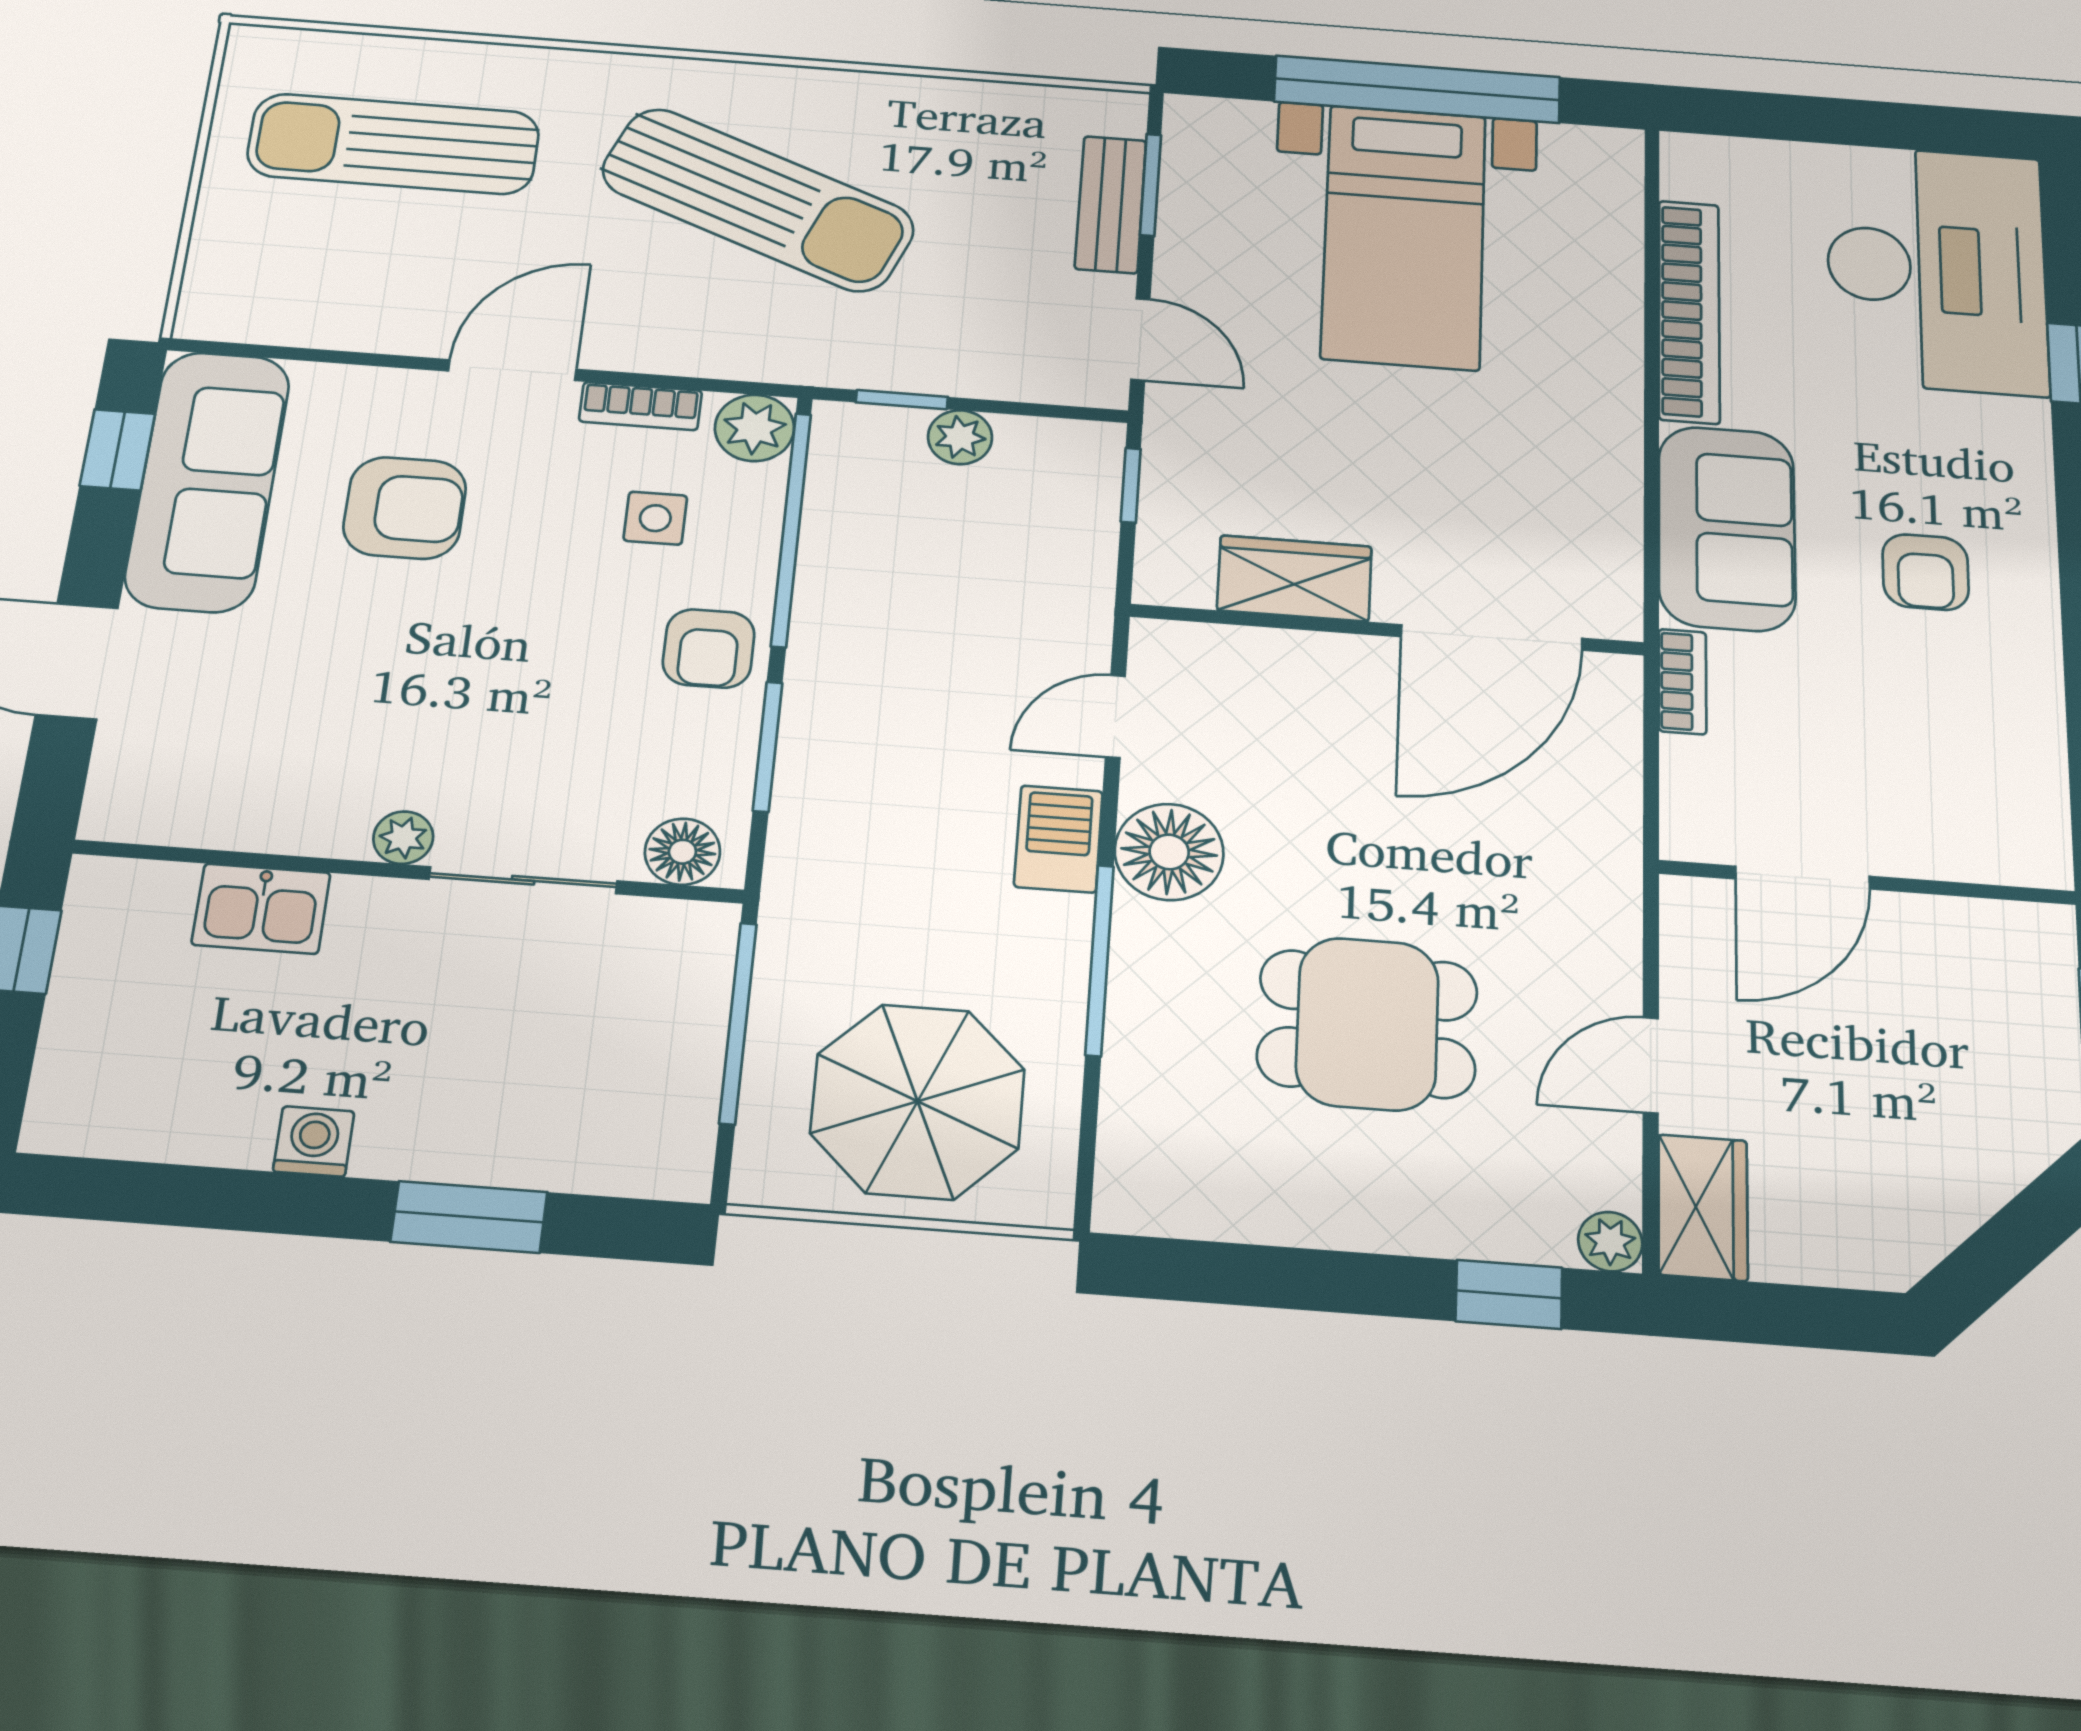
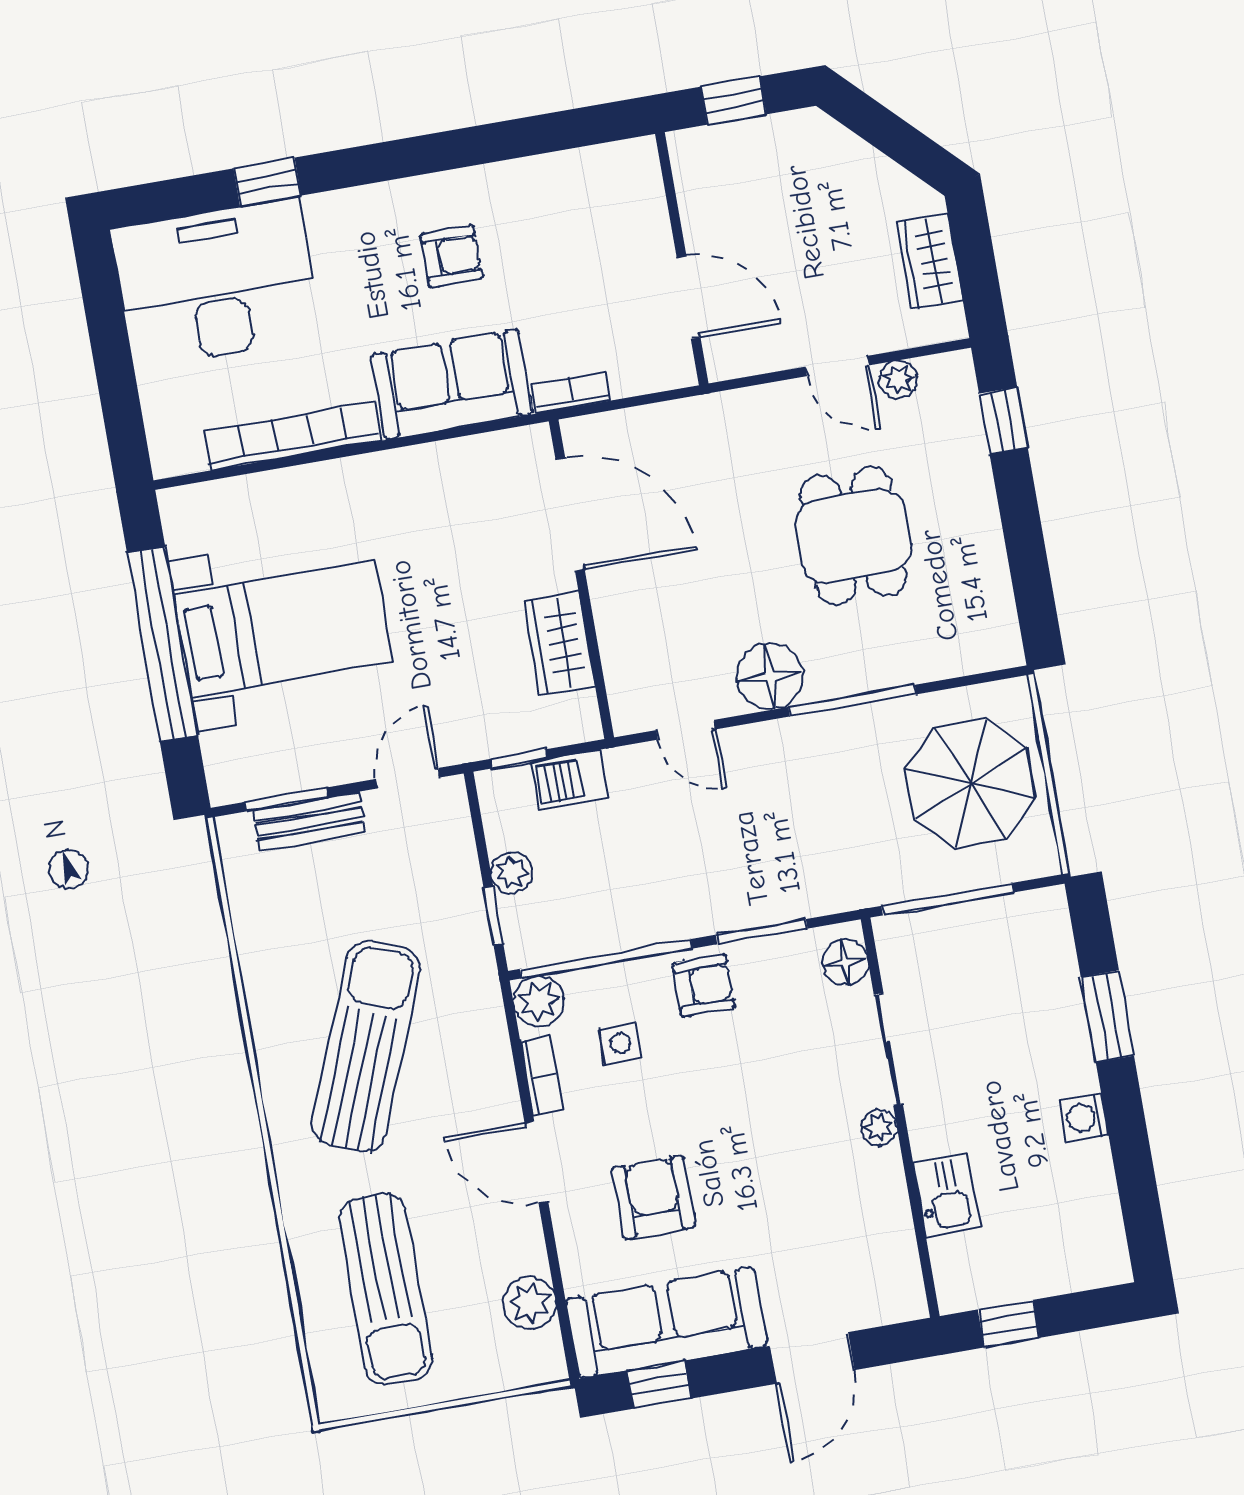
plant: (305, 314) -> (530, 1303), added
barbecue: (1058, 839) -> (570, 780), moved
wardrobe: (1703, 1207) -> (930, 261), moved, turned -90
plant: (1610, 1242) -> (898, 379), moved

